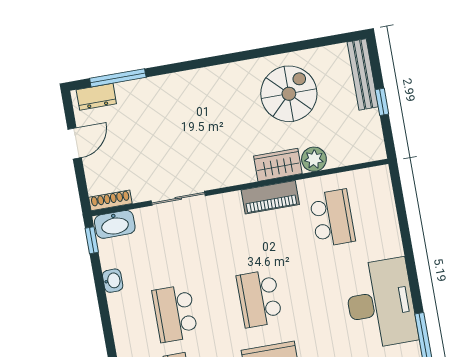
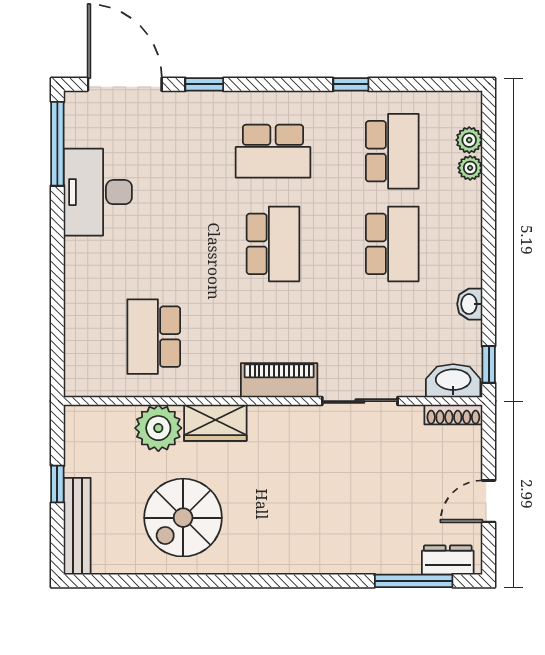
plant: (314, 159) -> (158, 428), width x1.36, depth x1.36
piano: (270, 197) -> (279, 380), moved
desk: (381, 304) -> (98, 192), width x0.73, depth x0.77

